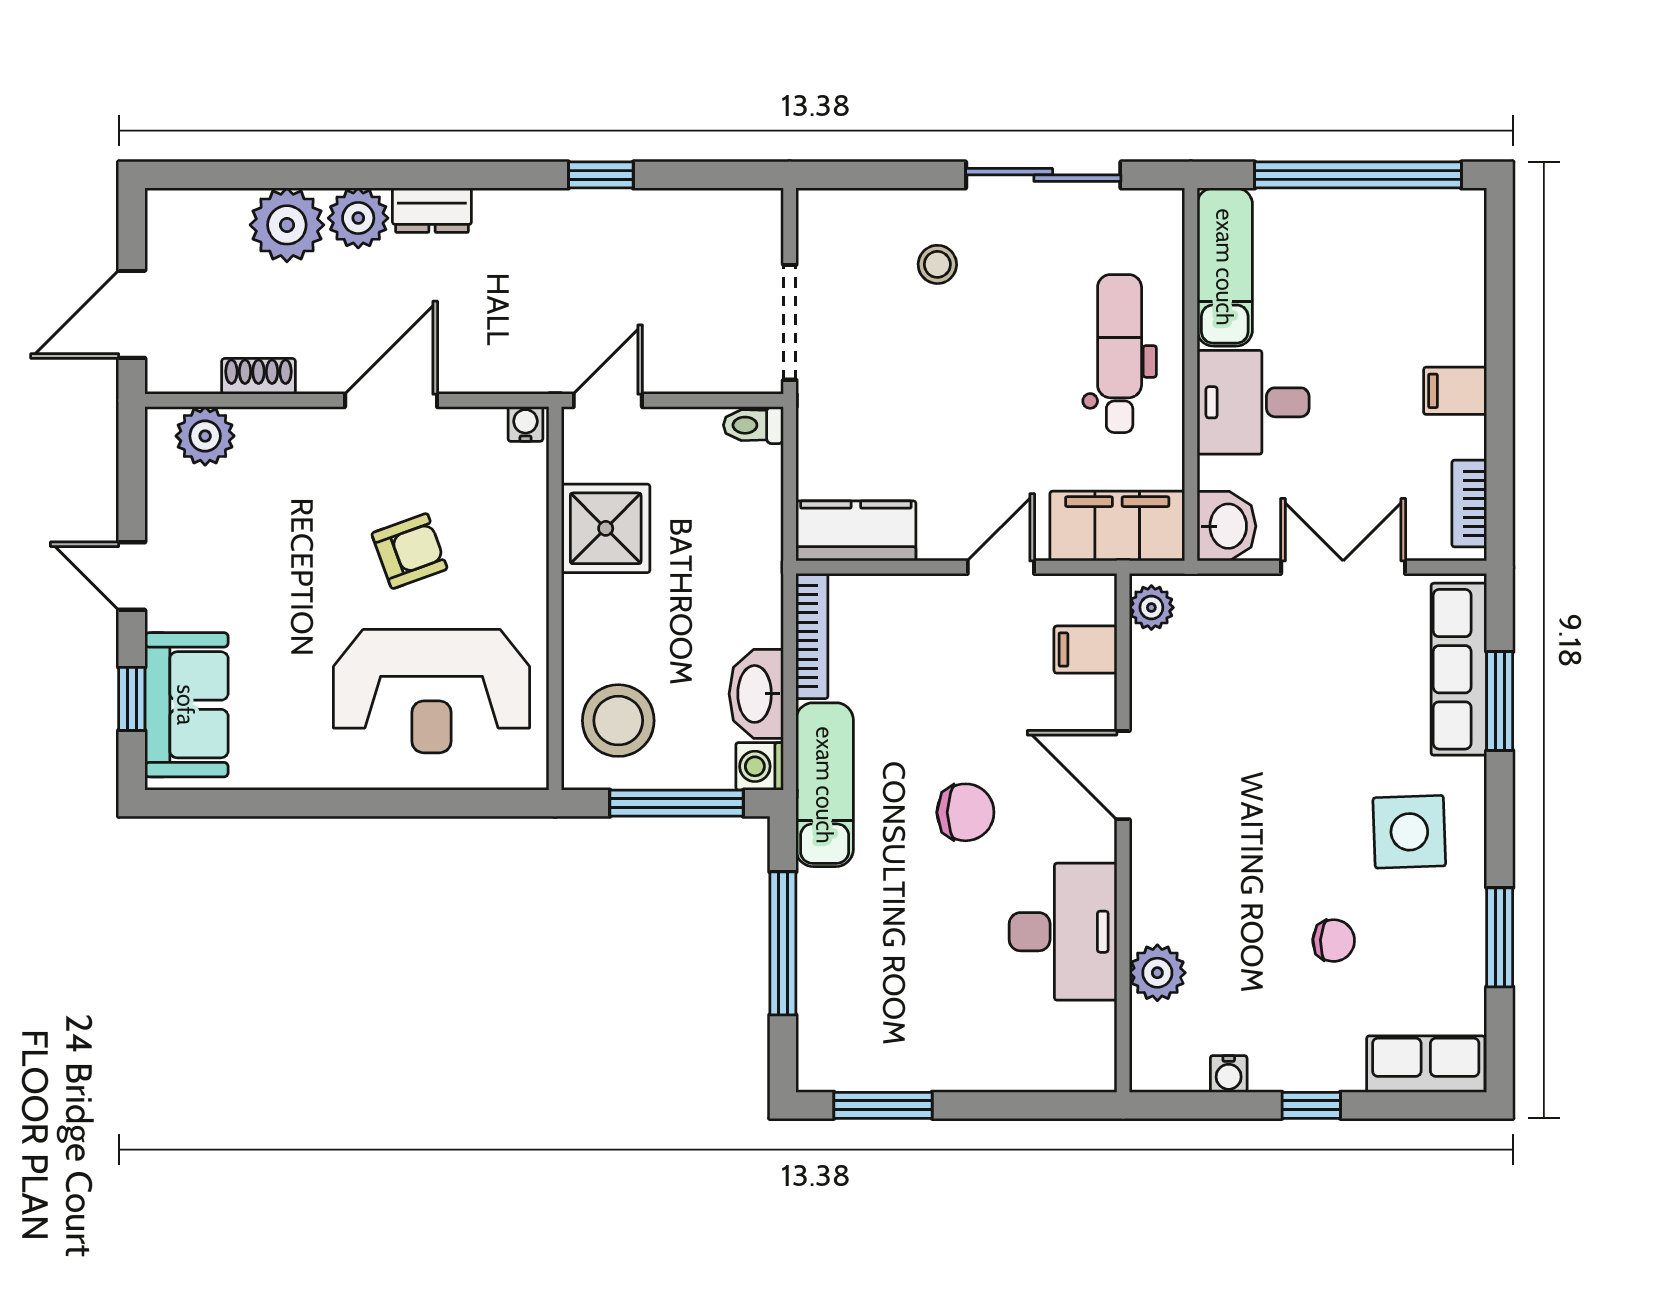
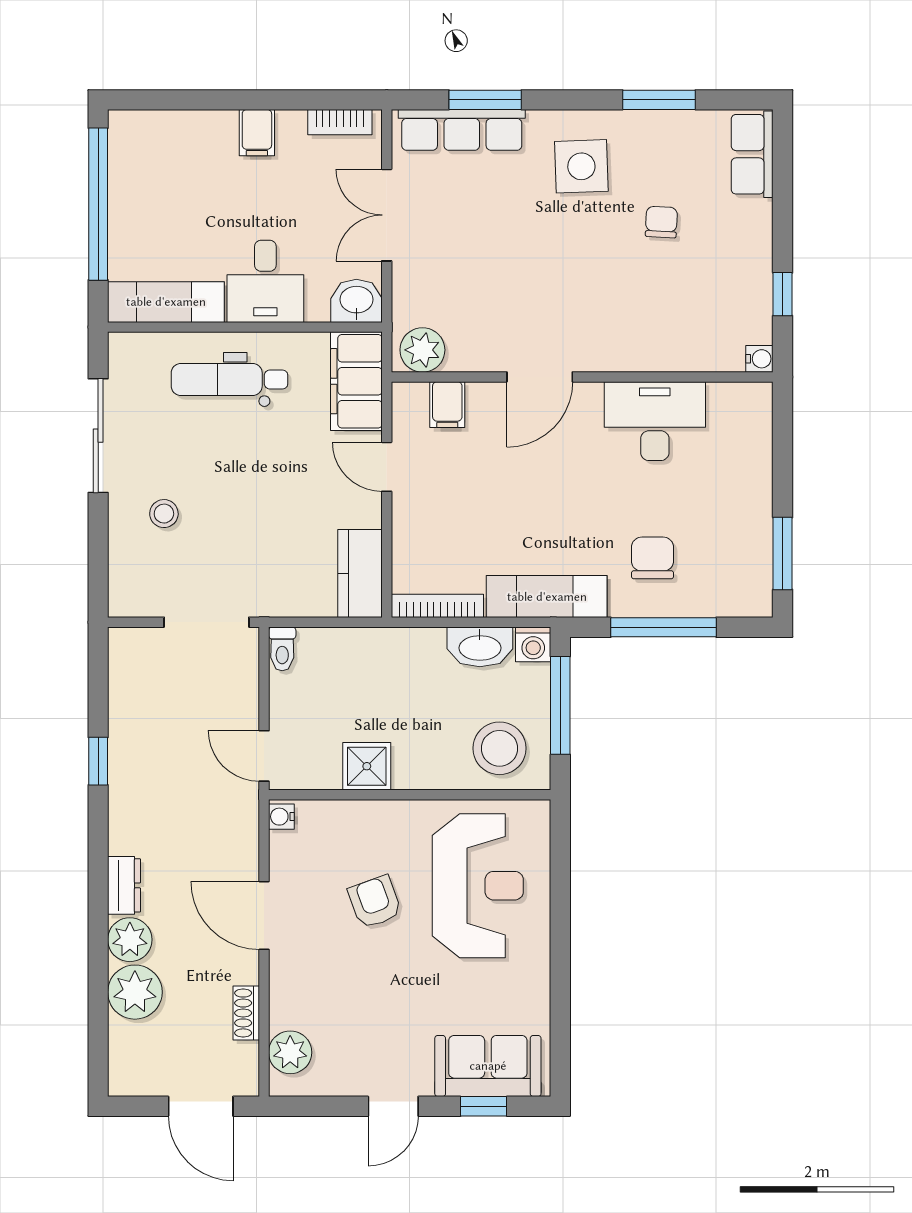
shower: (606, 528) -> (367, 766), width x0.73, depth x0.73
plant: (1151, 607) -> (422, 350), width x1.38, depth x1.38
chair: (965, 812) -> (652, 558), moved
plant: (1157, 973) -> (685, 352), removed
water cooler: (1229, 1074) -> (759, 359), moved
window: (1311, 1105) -> (783, 294), moved

